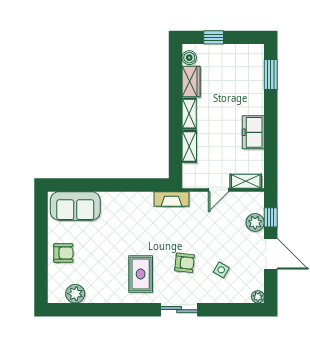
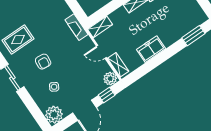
shelving: (189, 147) -> (100, 27), moved
plant: (255, 223) -> (110, 79), moved
plant: (258, 297) -> (54, 115), width x1.88, depth x1.88

